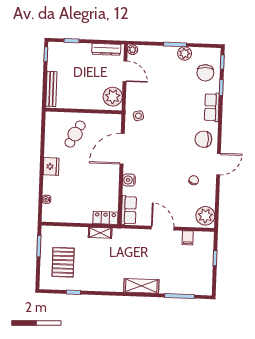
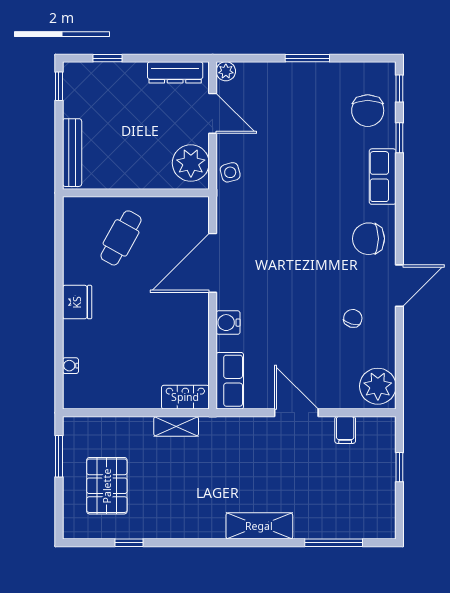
plant: (185, 53) -> (326, 75), removed
side table: (138, 116) -> (230, 172), moved

